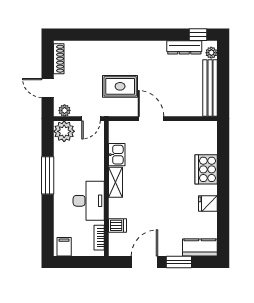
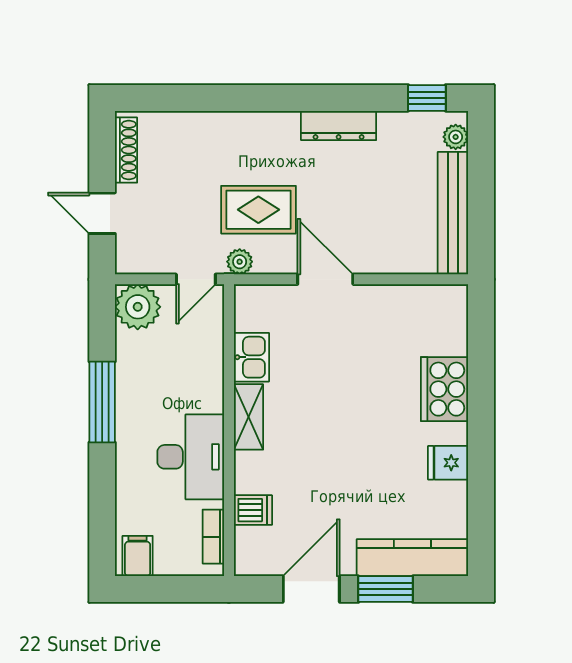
dresser: (184, 47) -> (339, 126), moved
plant: (65, 110) -> (240, 262), moved
kitchen counter: (200, 247) -> (412, 558), width x1.50

